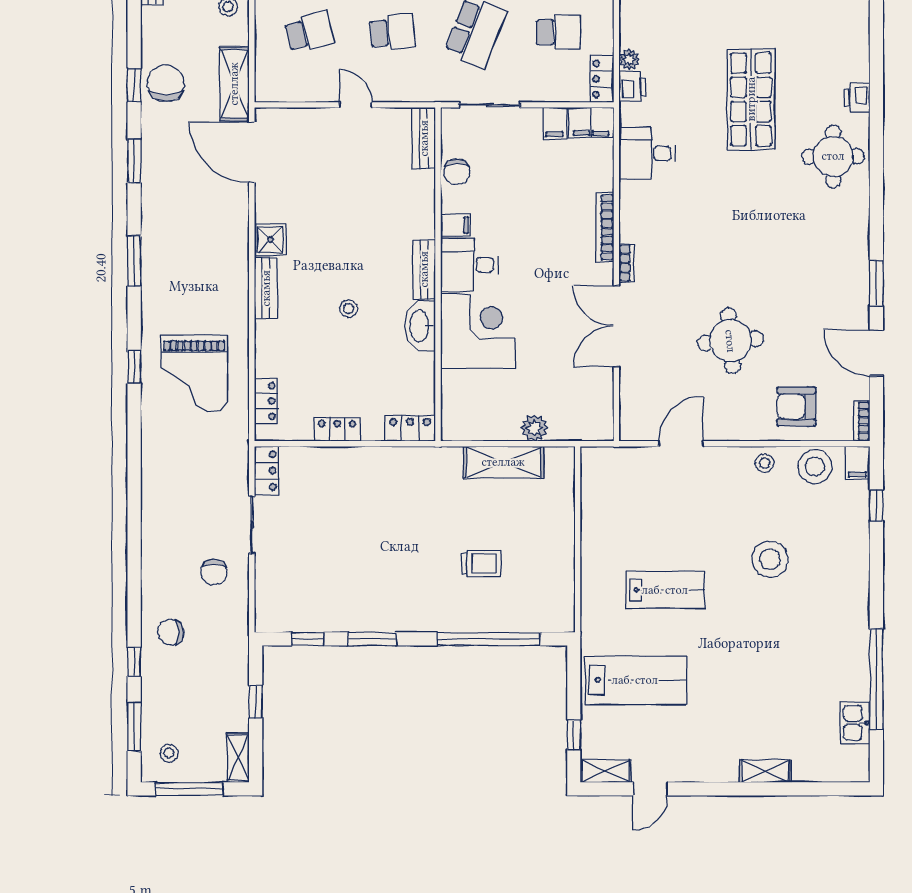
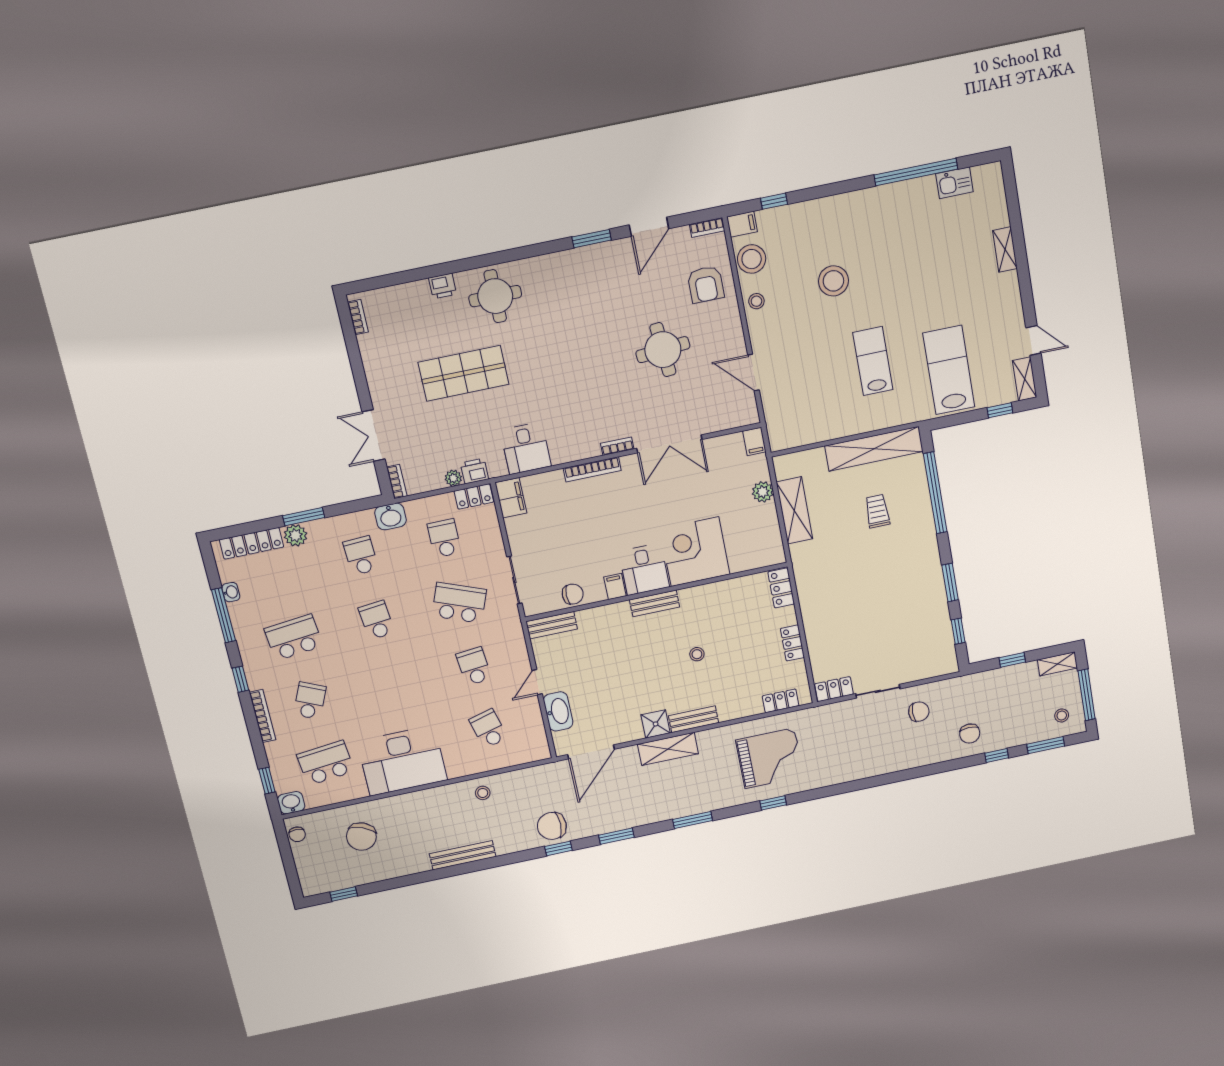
shelving: (234, 84) -> (668, 749), moved
filing cabinet: (555, 123) -> (754, 441), moved, turned 90
washbasin: (420, 326) -> (558, 711), moved, turned -90
shelving: (559, 573) -> (874, 449), added

